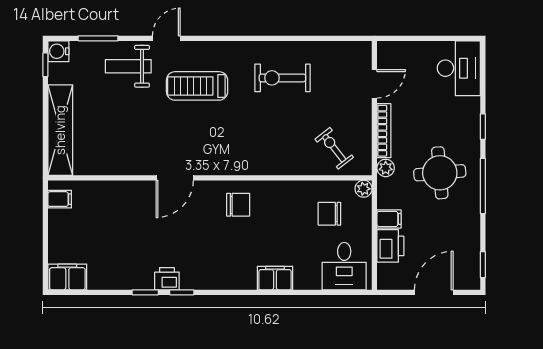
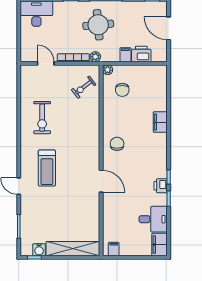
water cooler: (58, 51) -> (39, 250), moved
weight bench: (128, 66) -> (35, 209), removed
desk: (344, 266) -> (153, 219), moved

